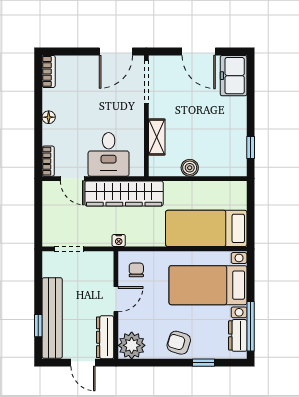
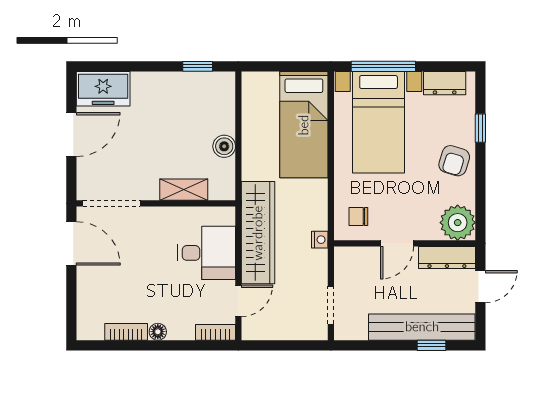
bookcase: (49, 71) -> (126, 332), moved
door: (116, 299) -> (397, 243), swing flipped
window: (251, 326) -> (383, 66), moved

